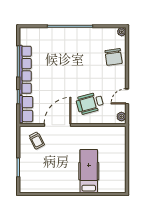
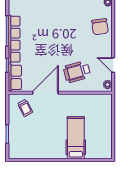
door: (127, 96) -> (113, 65), hinge flipped

